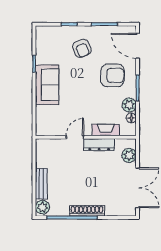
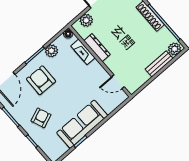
sofa: (47, 85) -> (82, 124), width x1.36
floor lamp: (131, 118) -> (68, 34), moved
door: (75, 137) -> (118, 82), moved

